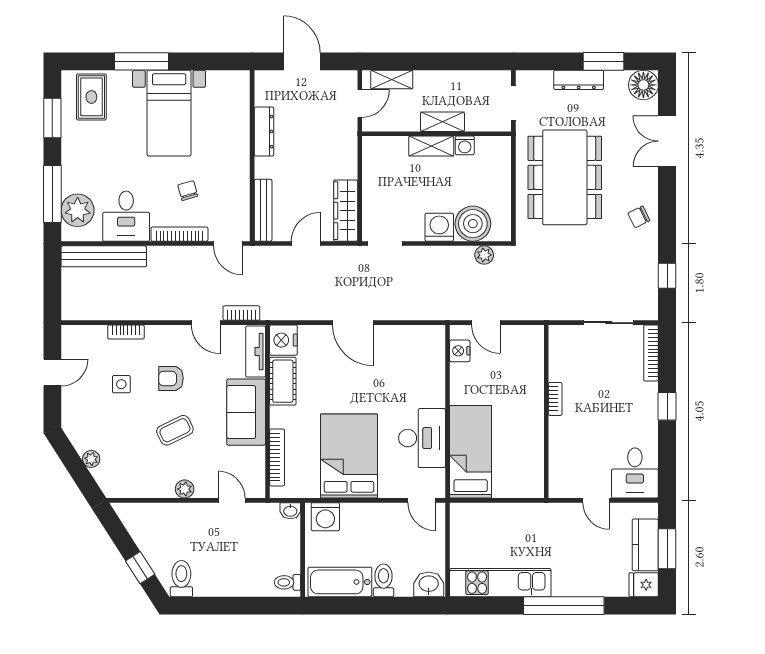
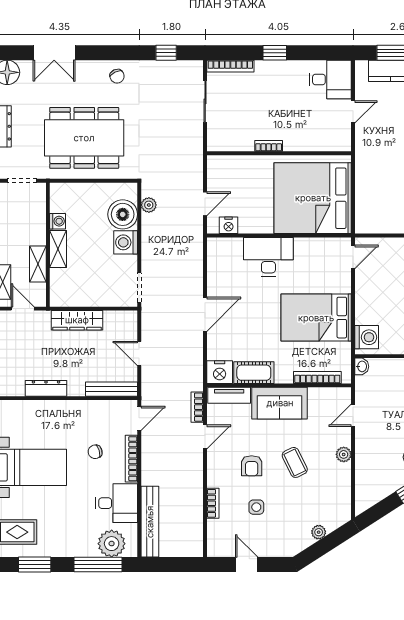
shelving: (442, 122) -> (38, 264), moved
wardrobe: (346, 211) -> (77, 320), moved
desk: (422, 438) -> (268, 257), moved
bed: (471, 452) -> (313, 198), width x2.04

